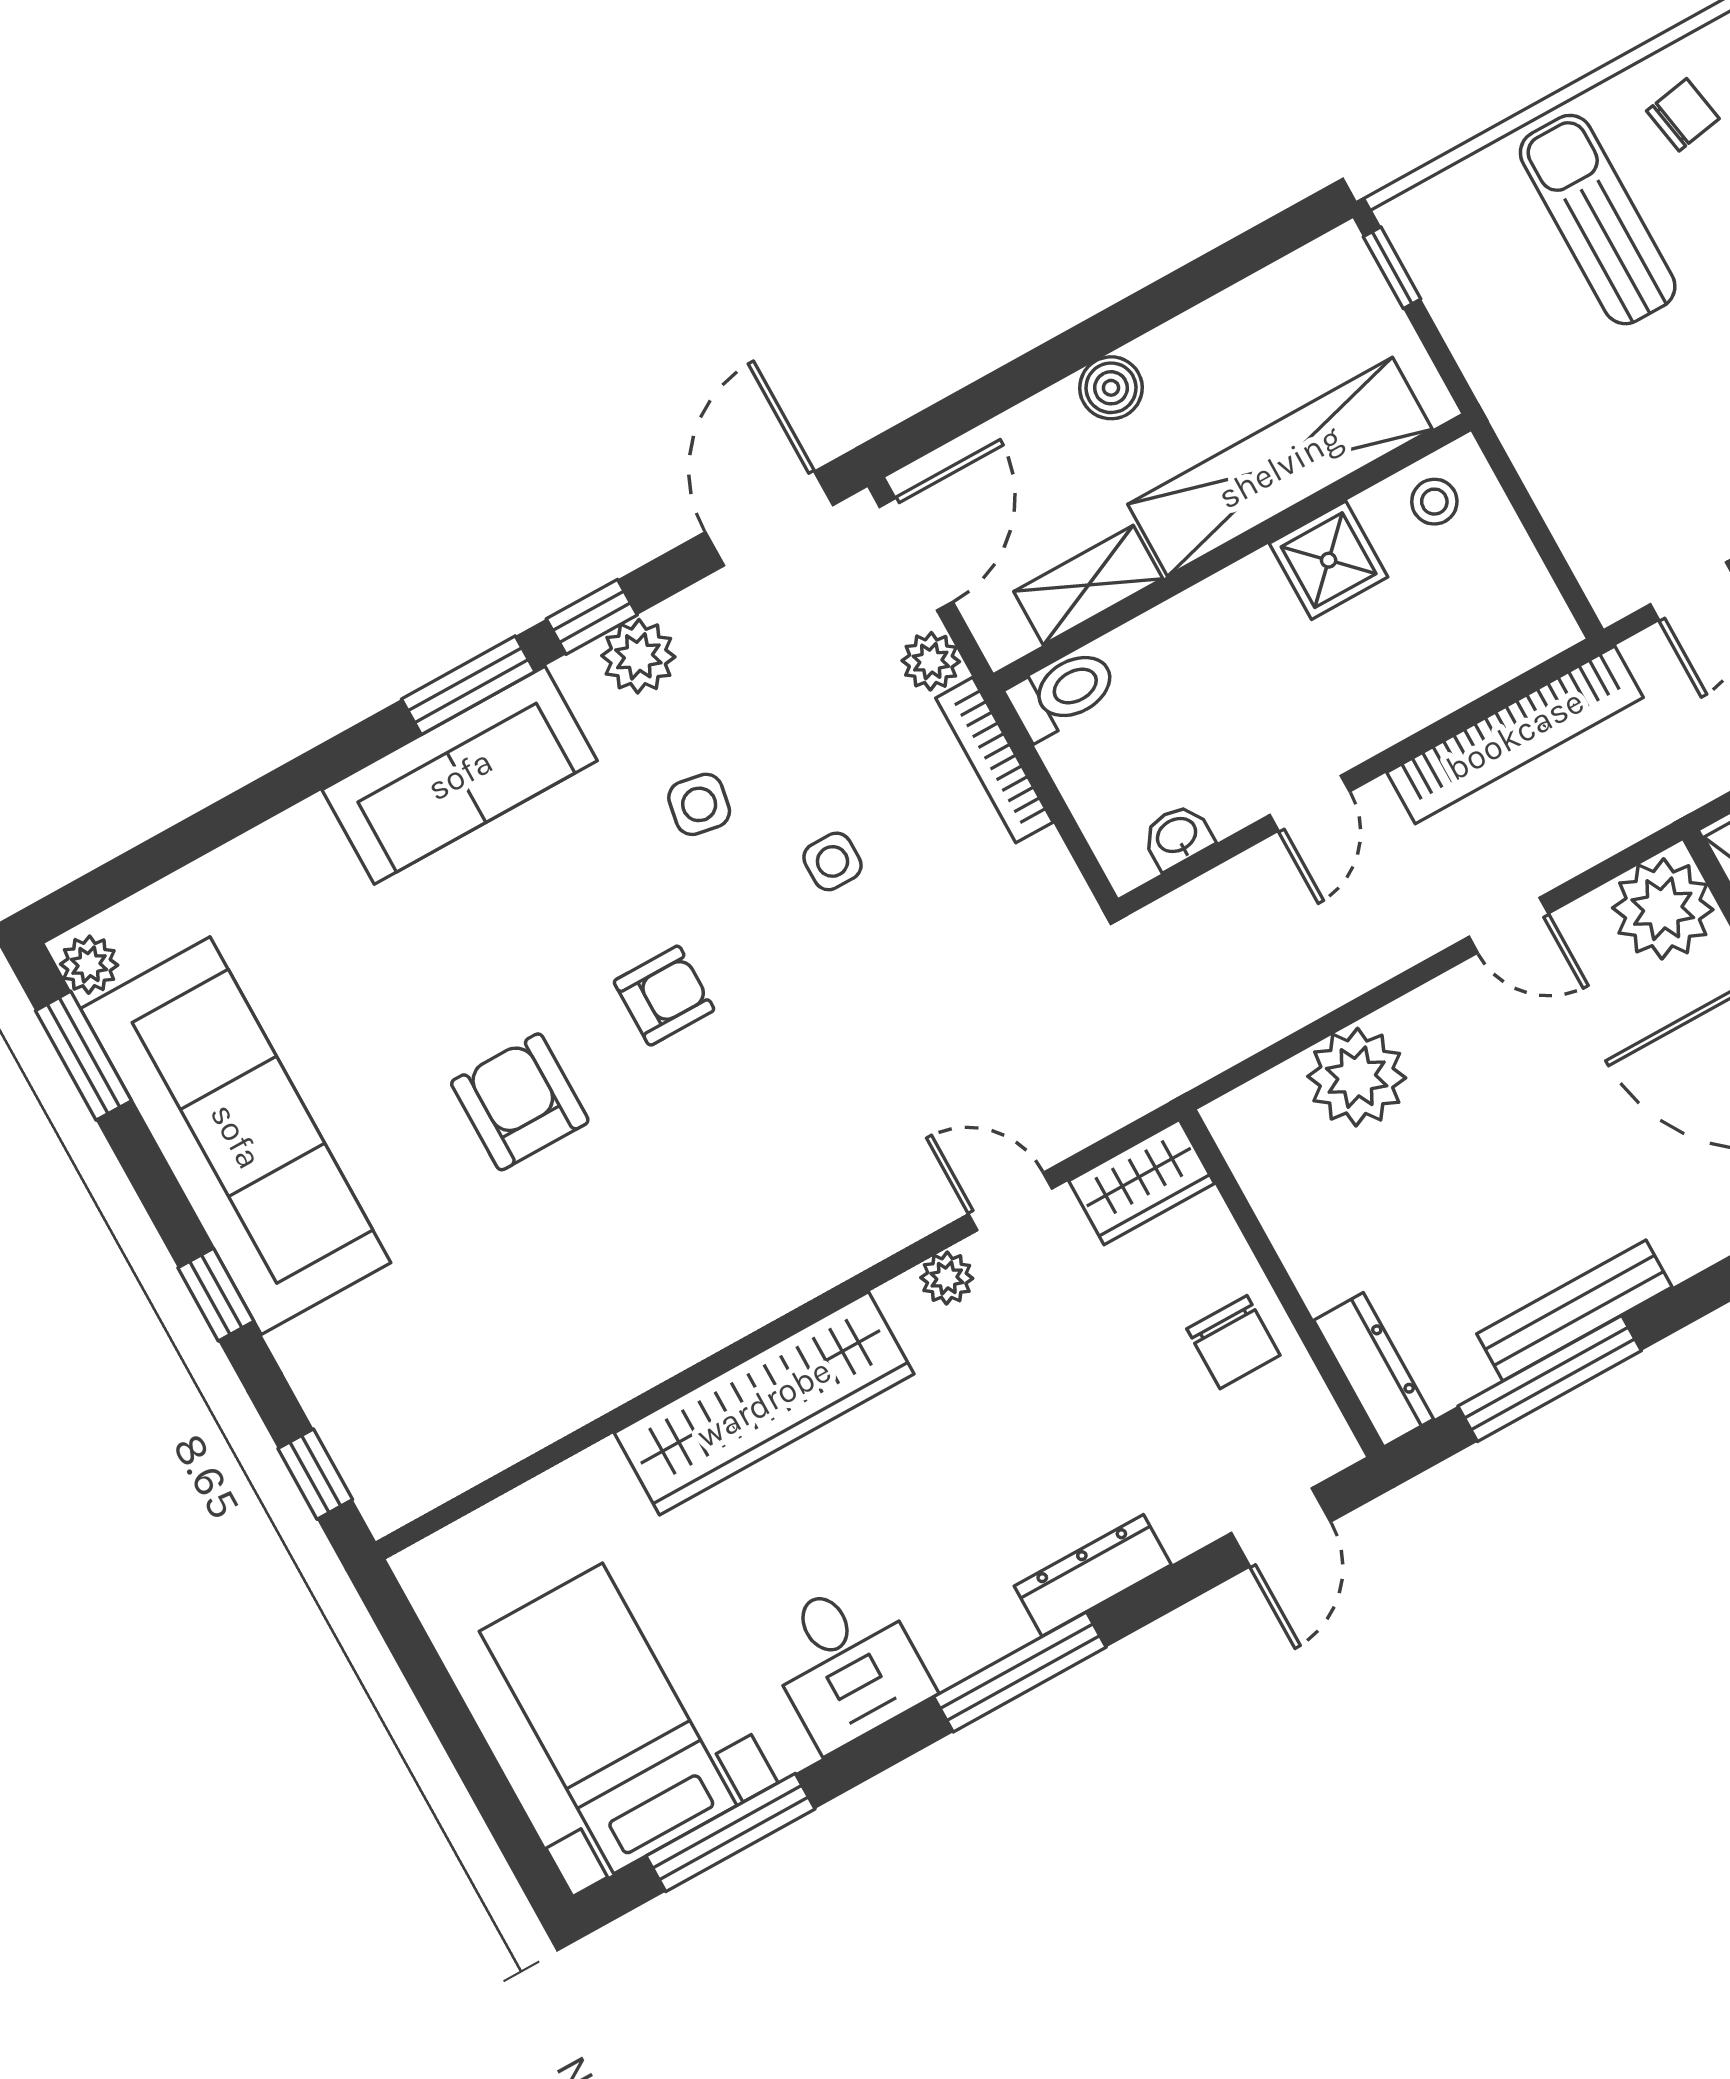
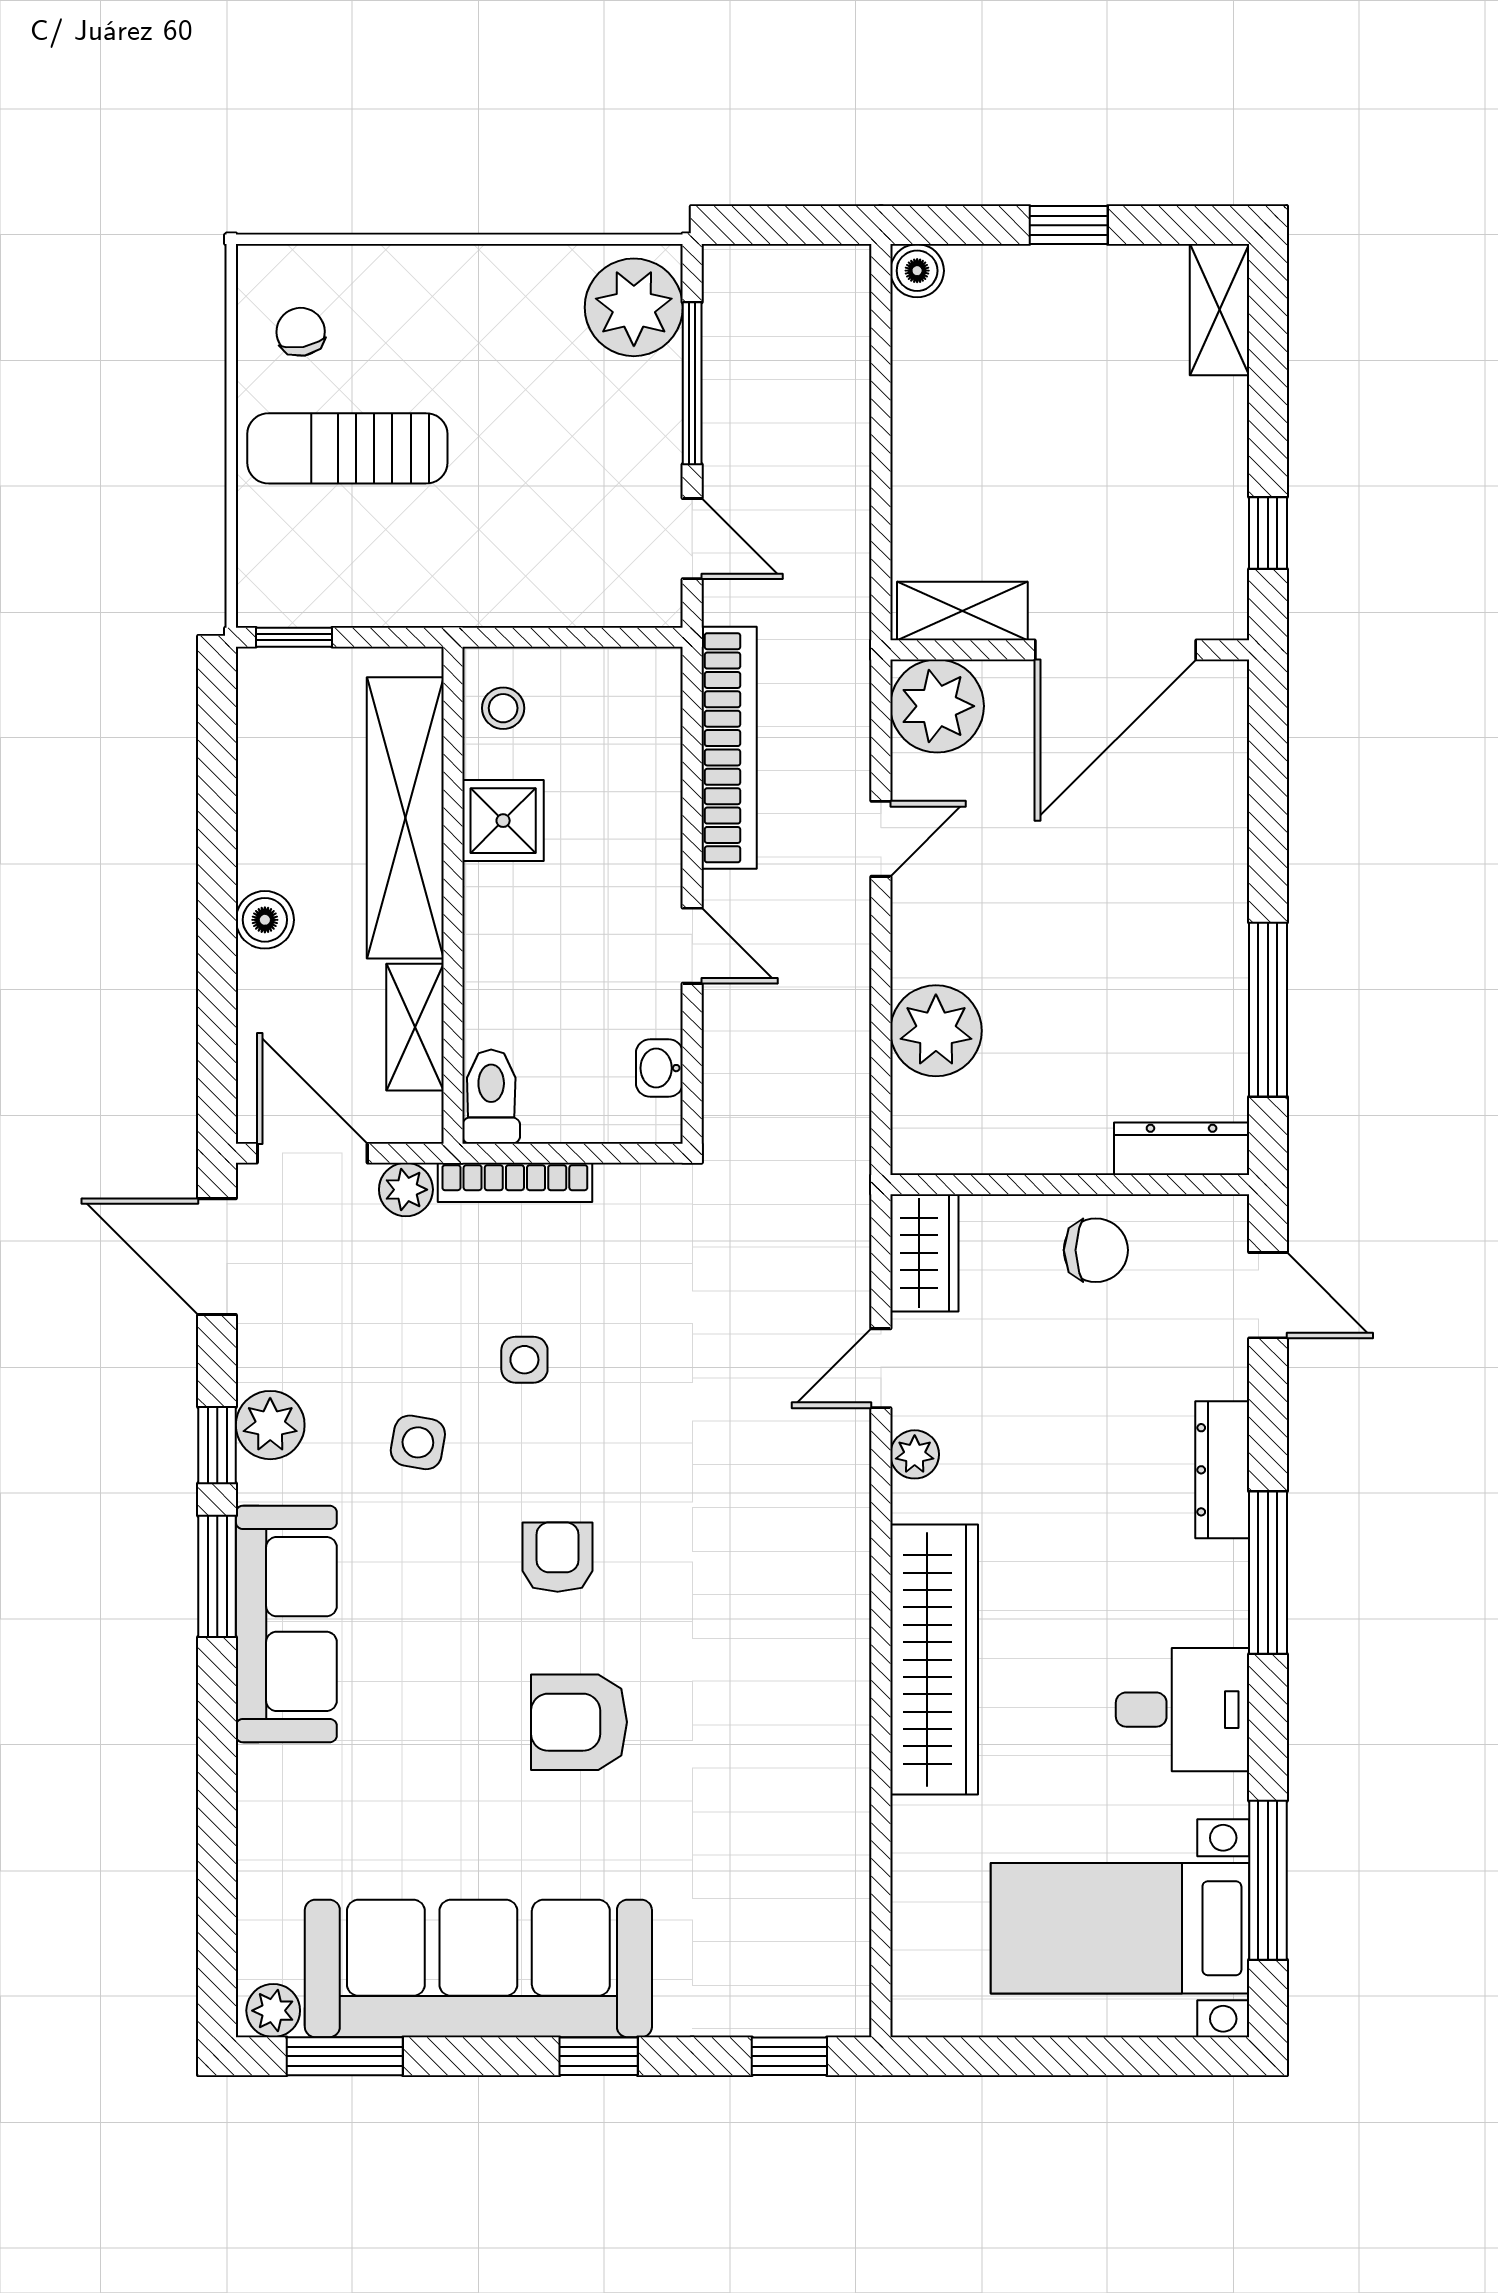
bench: (1574, 1310) -> (1224, 959), removed

